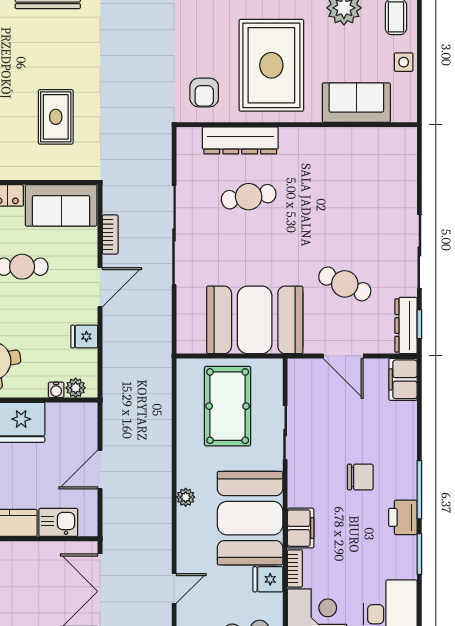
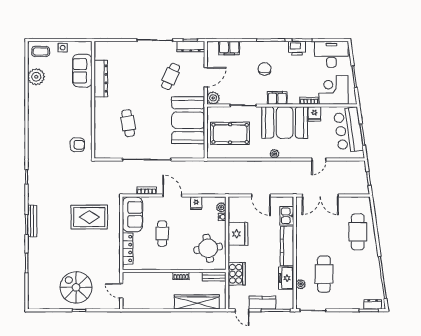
rug: (271, 65) -> (64, 112), removed
rug: (56, 117) -> (89, 217), width x1.36, depth x1.43
dresser: (240, 140) -> (101, 79), moved
plant: (300, 371) -> (213, 98), added
filing cabinet: (403, 379) -> (229, 48), moved
printer: (403, 517) -> (297, 48), moved
filing cabinet: (301, 528) -> (277, 98), moved
door: (174, 588) -> (319, 159), swing flipped

